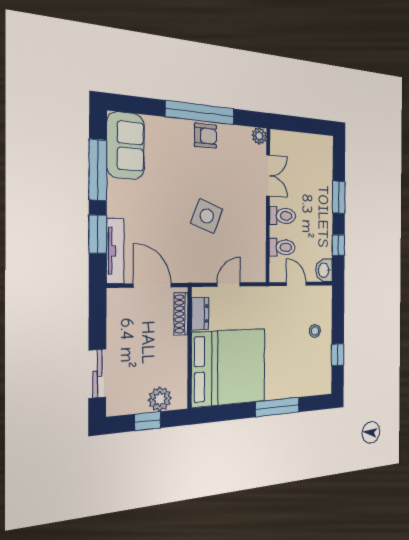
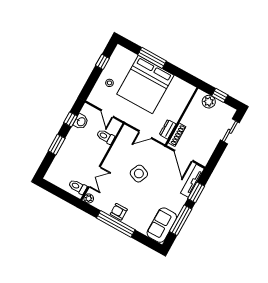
double door: (268, 175) -> (94, 177), swing flipped
toilet: (283, 216) -> (78, 187), moved
washbasin: (324, 270) -> (81, 122), moved
bed: (229, 367) -> (145, 85), moved, turned -90

